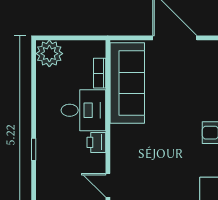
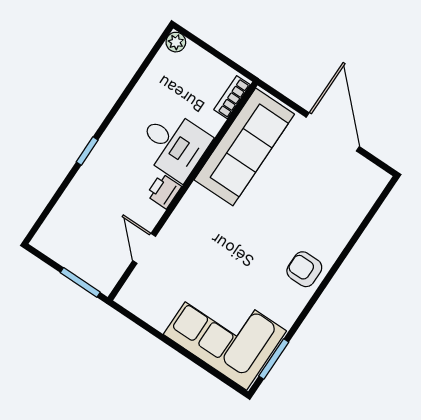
plant: (49, 54) -> (176, 42), width x0.53, depth x0.53
bookcase: (100, 73) -> (232, 97), moved

